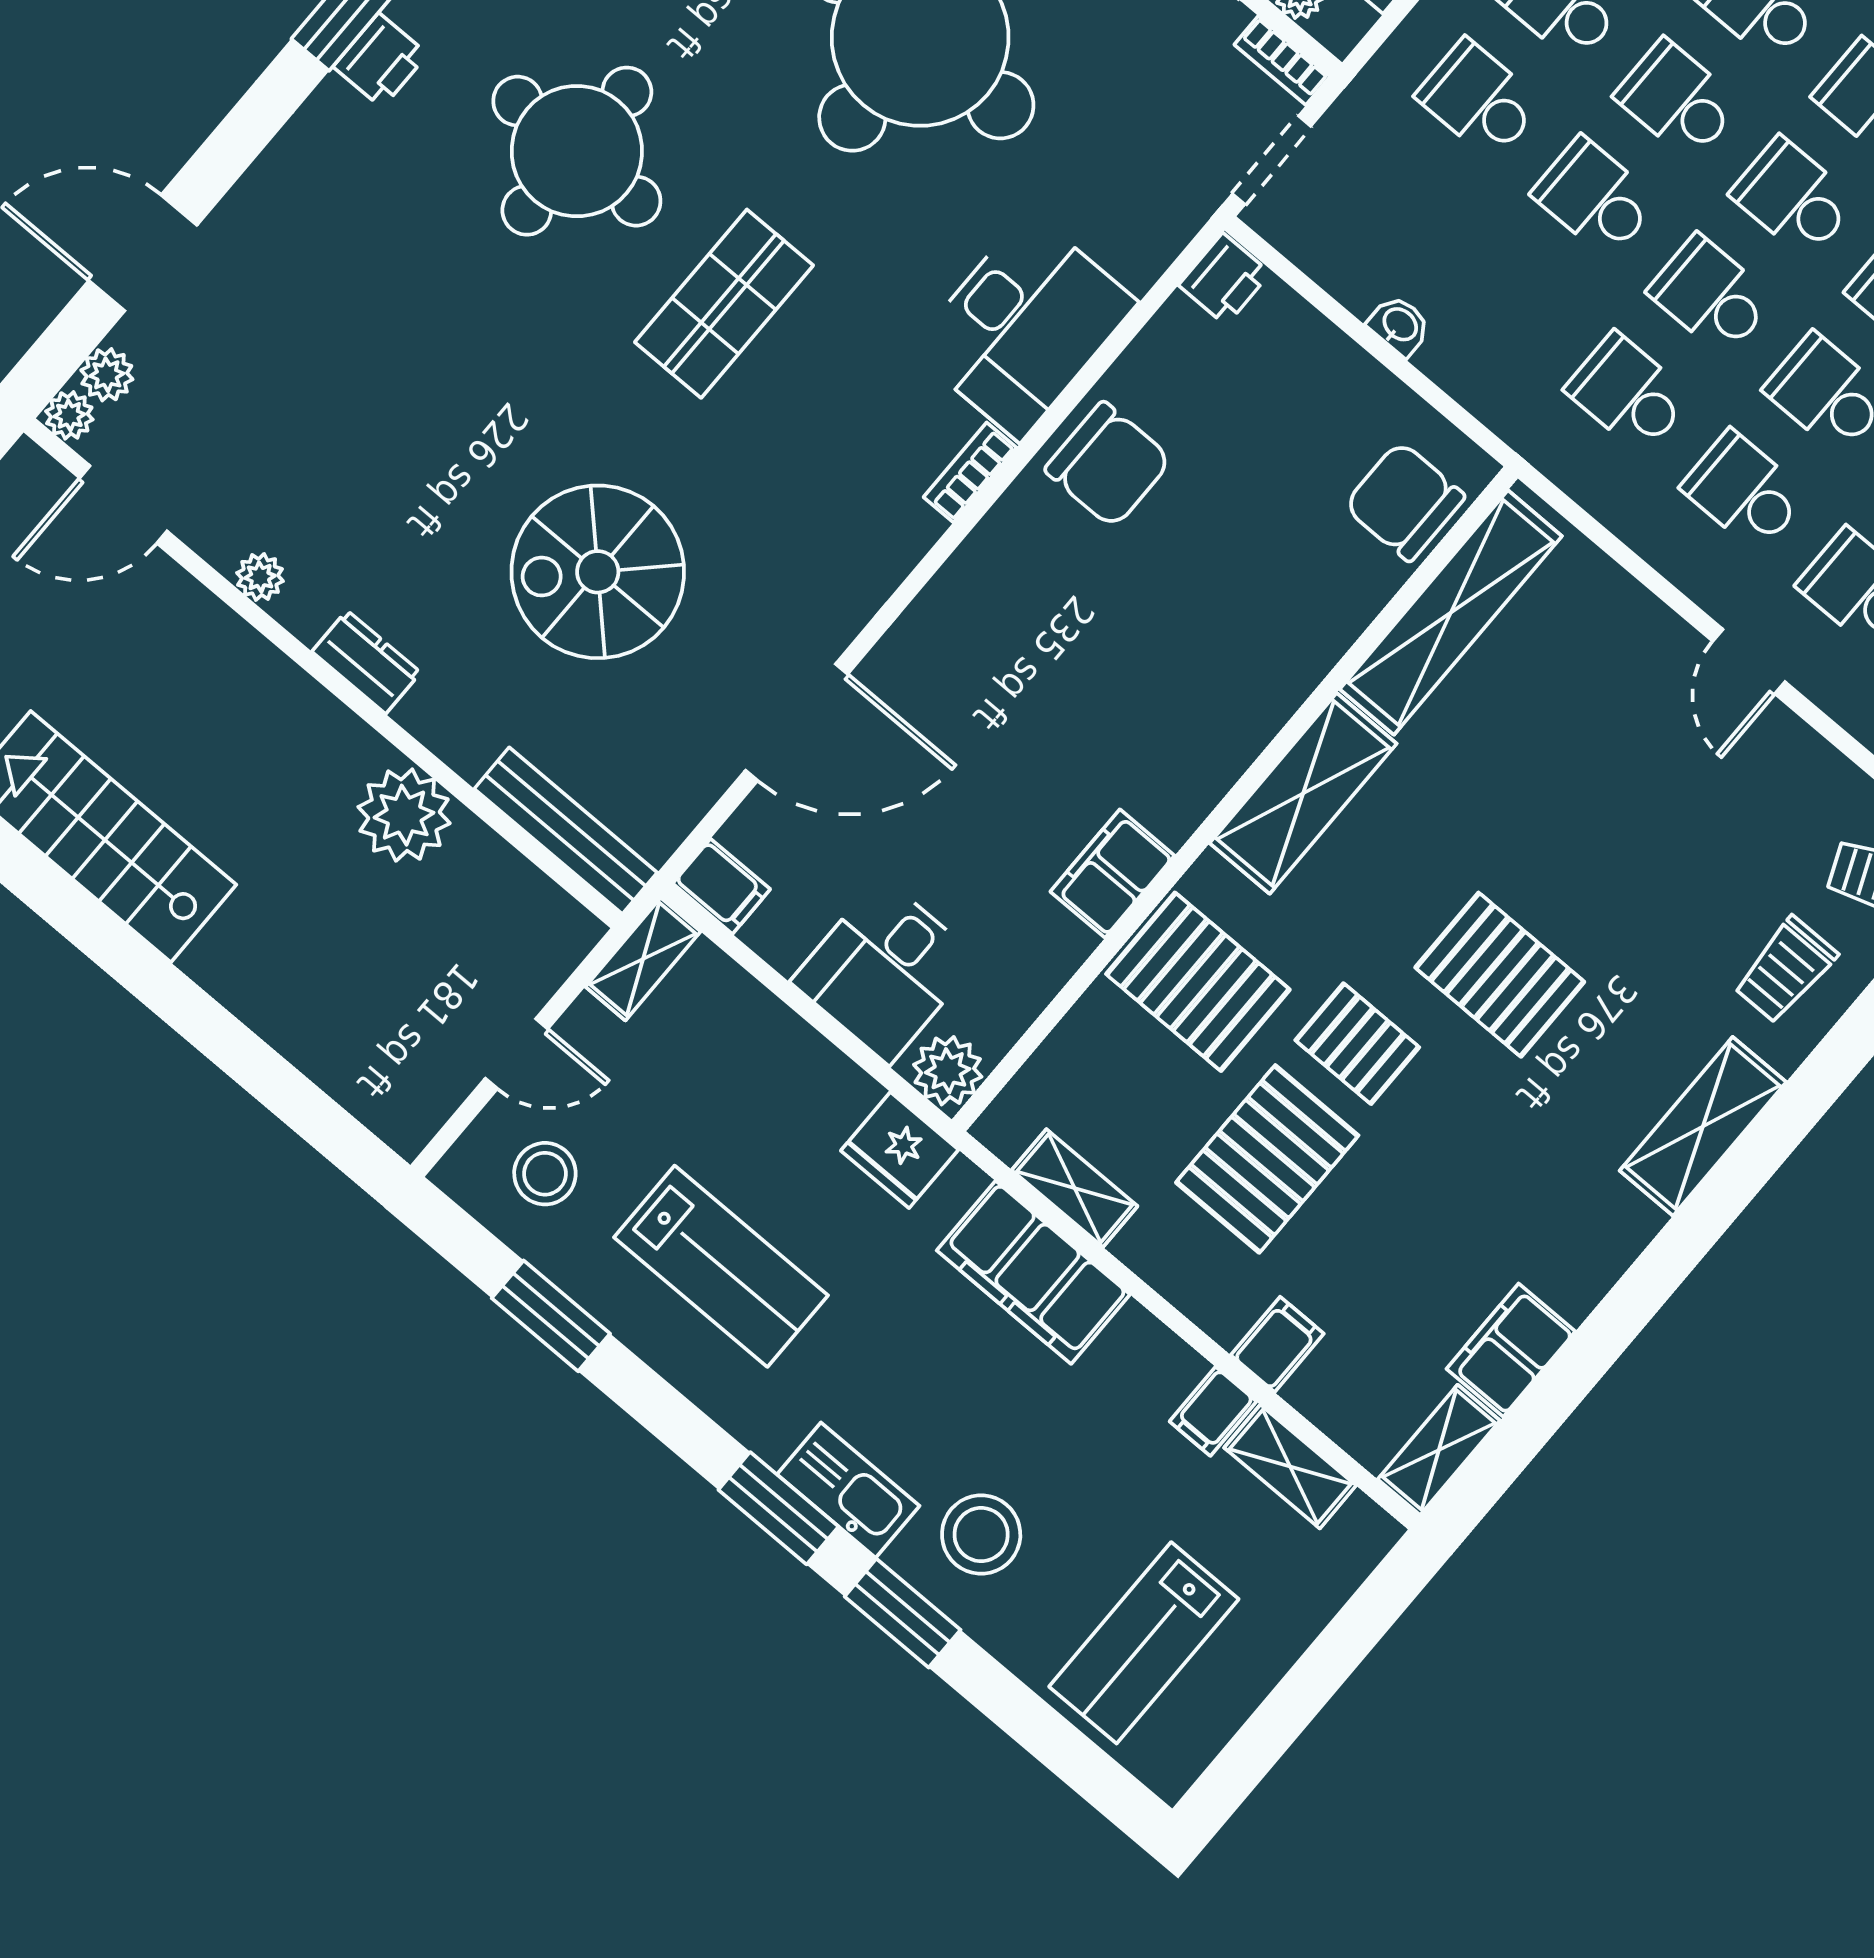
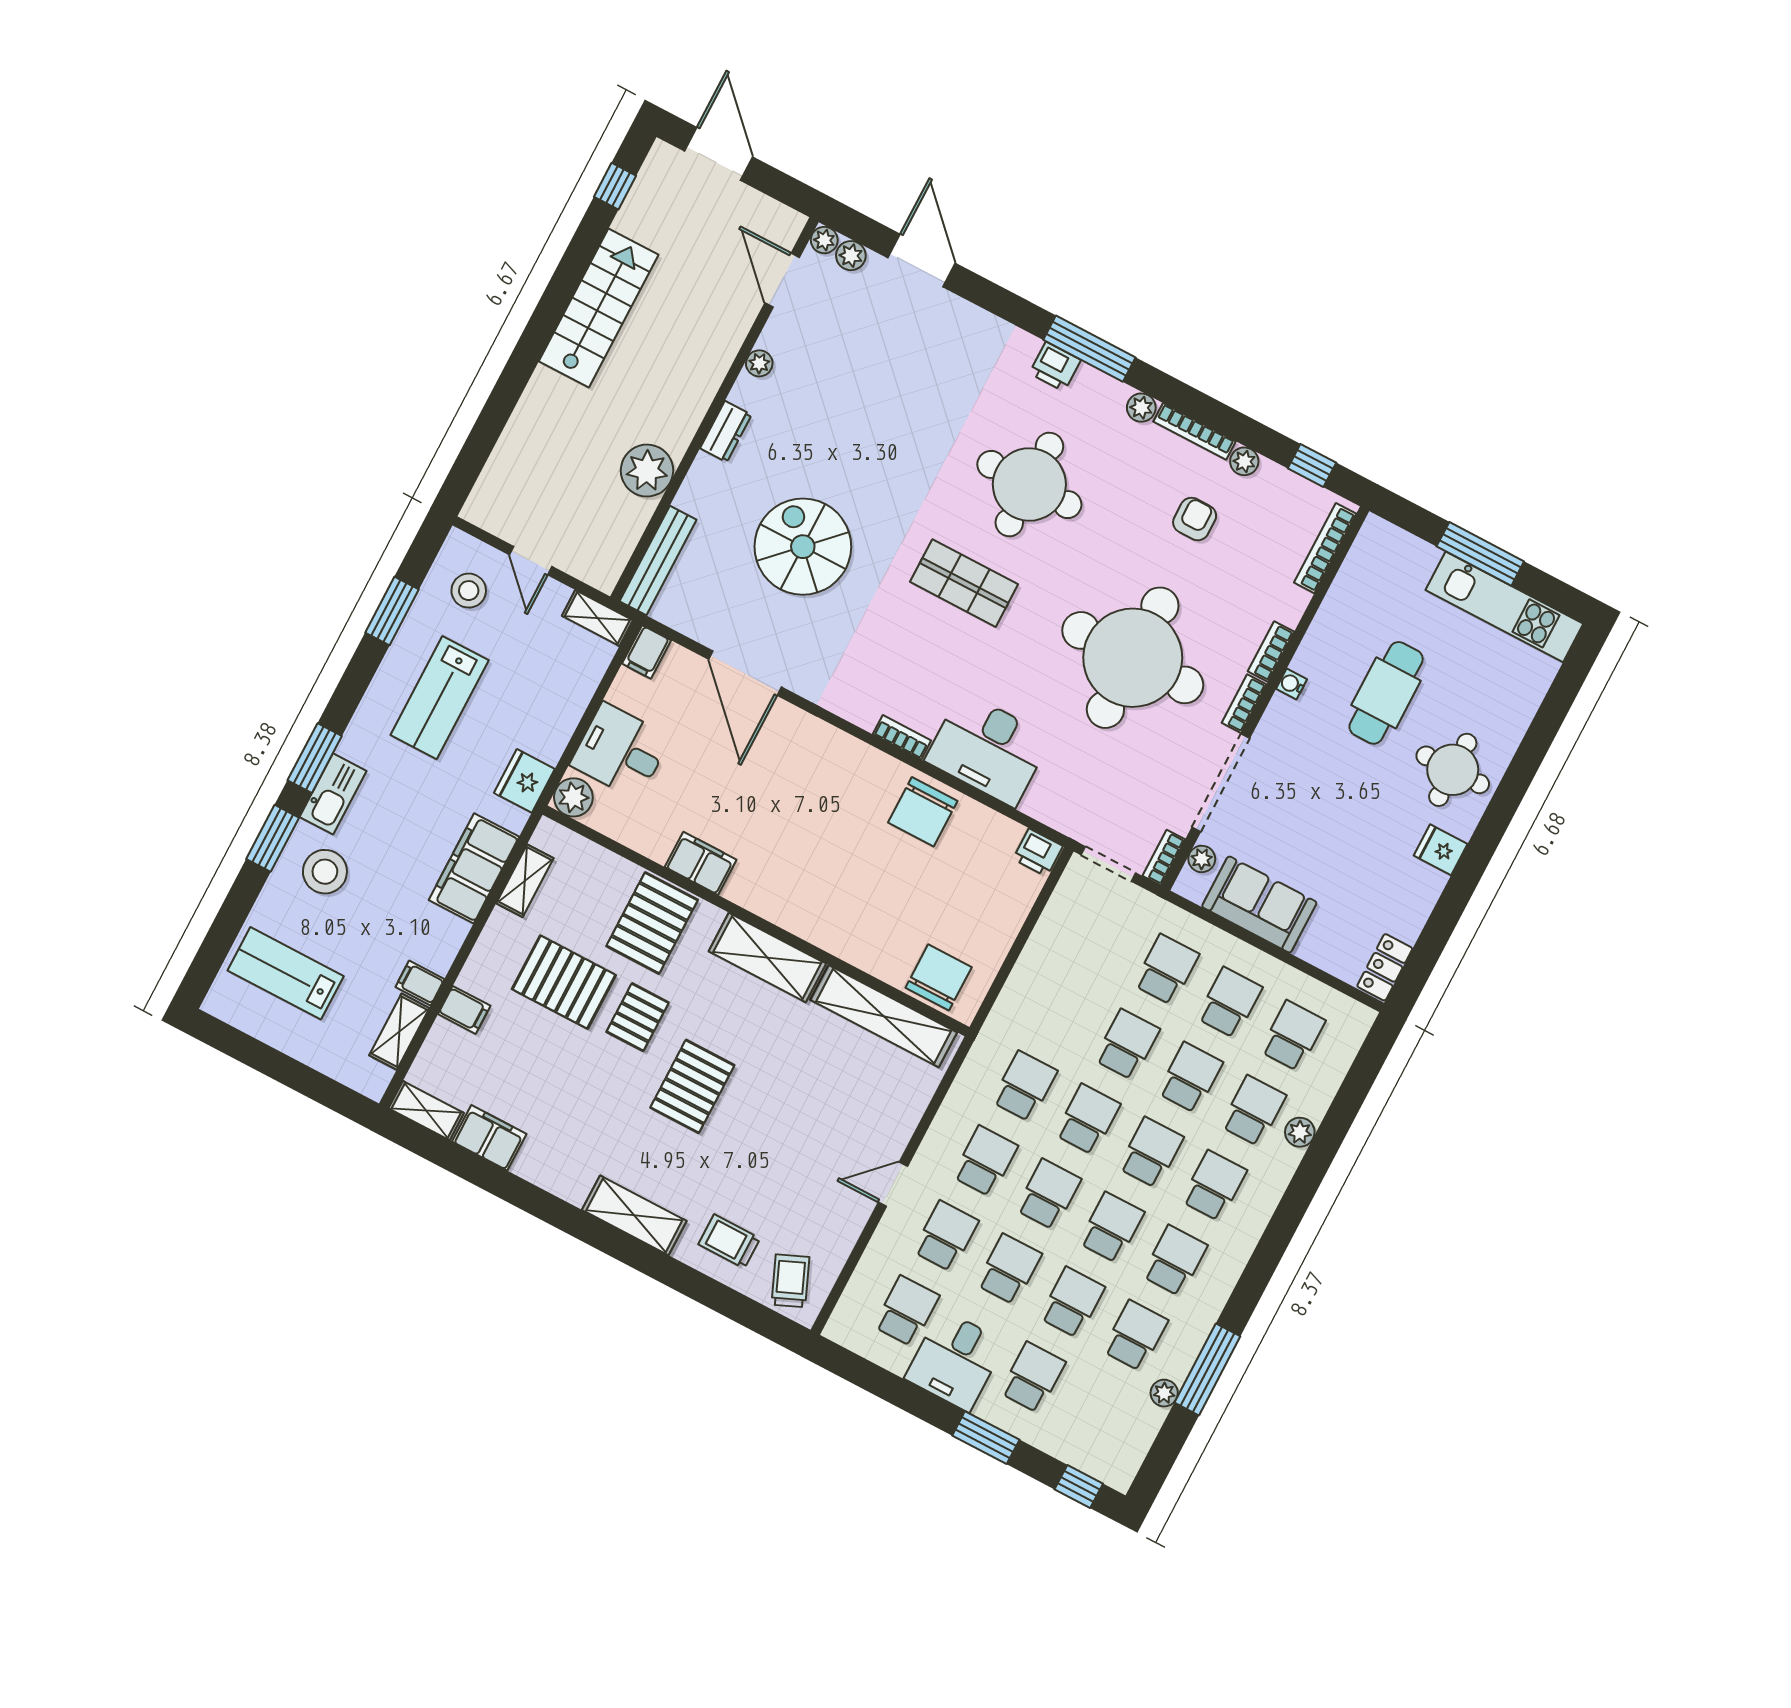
washbasin: (1399, 325) -> (1034, 953), removed

